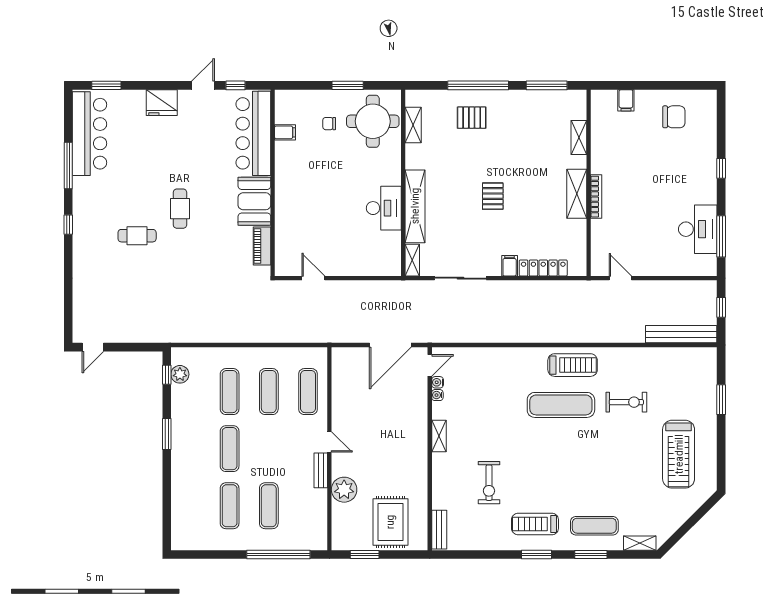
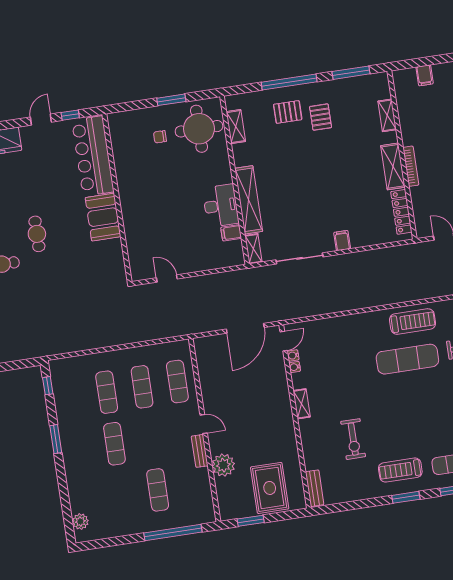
filing cabinet: (285, 132) -> (231, 233), moved, turned 180
pallet: (493, 196) -> (321, 117), moved
piano: (262, 246) -> (116, 256), removed
locker: (543, 268) -> (401, 212), moved, turned -90
plant: (180, 374) -> (80, 521), moved
exercise mat: (230, 506) -> (122, 495), removed

